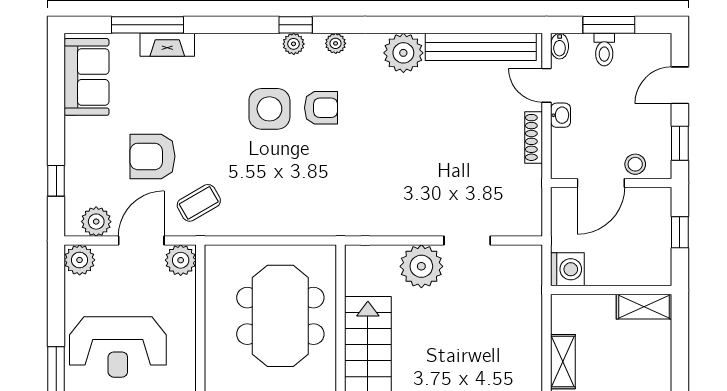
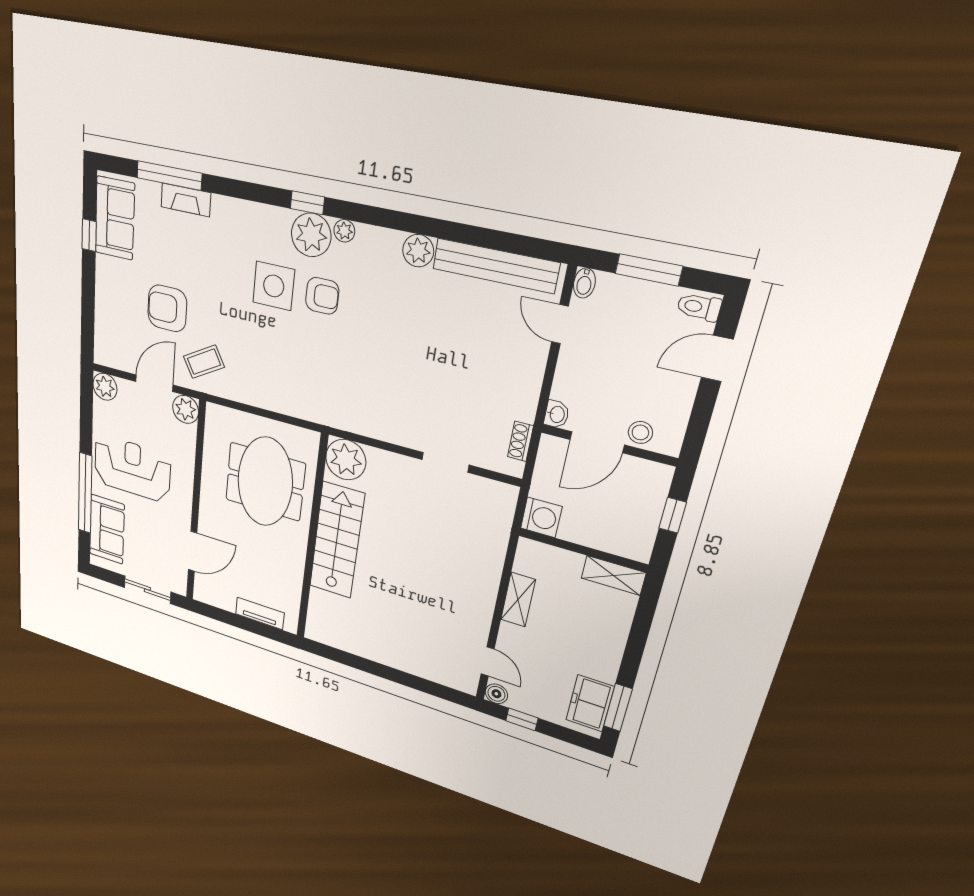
plant: (294, 44) -> (311, 235), width x1.87, depth x1.87
toilet: (604, 50) -> (699, 307), moved, turned 90
plant: (403, 53) -> (418, 251), width x0.73, depth x0.73
washbasin: (561, 115) -> (557, 414), moved
shoe rack: (534, 137) -> (520, 441), moved, width x0.70
window: (680, 143) -> (699, 423), removed
window: (56, 181) -> (89, 235), moved
plant: (96, 222) -> (119, 357), removed
plant: (421, 266) -> (346, 460), moved
reception desk: (118, 347) -> (132, 468), turned 180

